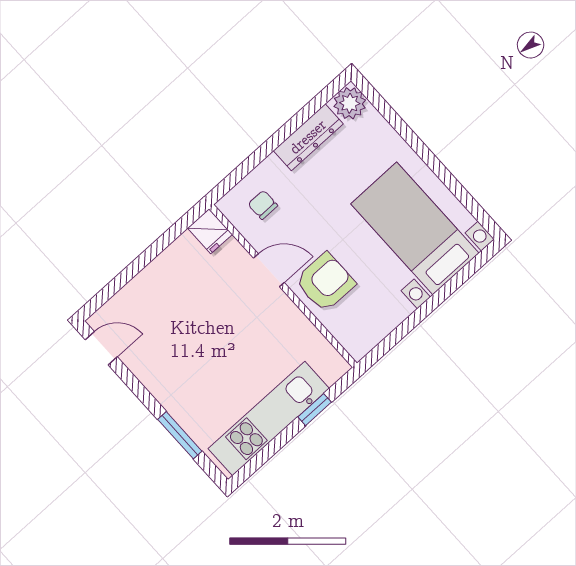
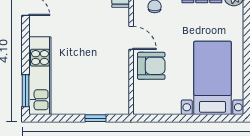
kitchen unit: (269, 419) -> (40, 76), moved, turned 90
window: (180, 435) -> (26, 91), moved

